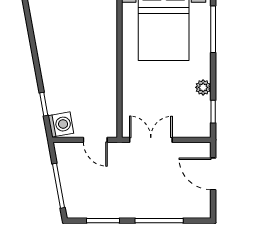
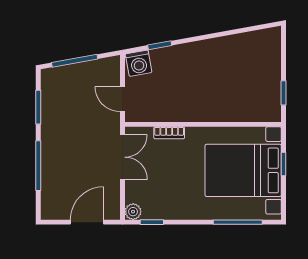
plant: (203, 87) -> (133, 212), moved
bookcase: (128, 95) -> (169, 133), added
door: (95, 140) -> (123, 99), hinge flipped

